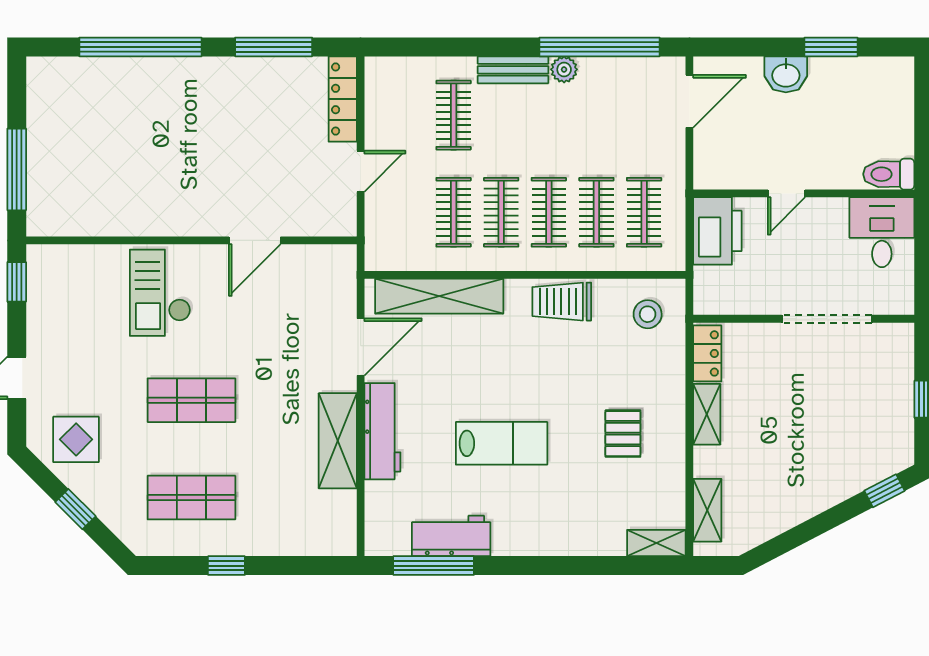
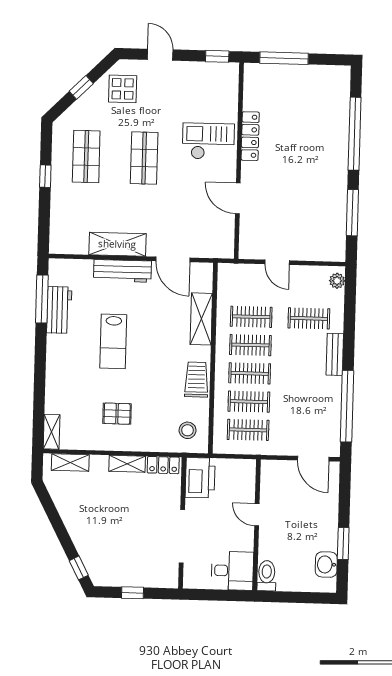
plant: (564, 69) -> (337, 281), moved
washbasin: (786, 74) -> (326, 565), moved
locker: (343, 99) -> (250, 136), moved, turned 90
printer: (717, 231) -> (200, 478), moved, turned -90
shelving: (439, 296) -> (201, 319), width x0.68

